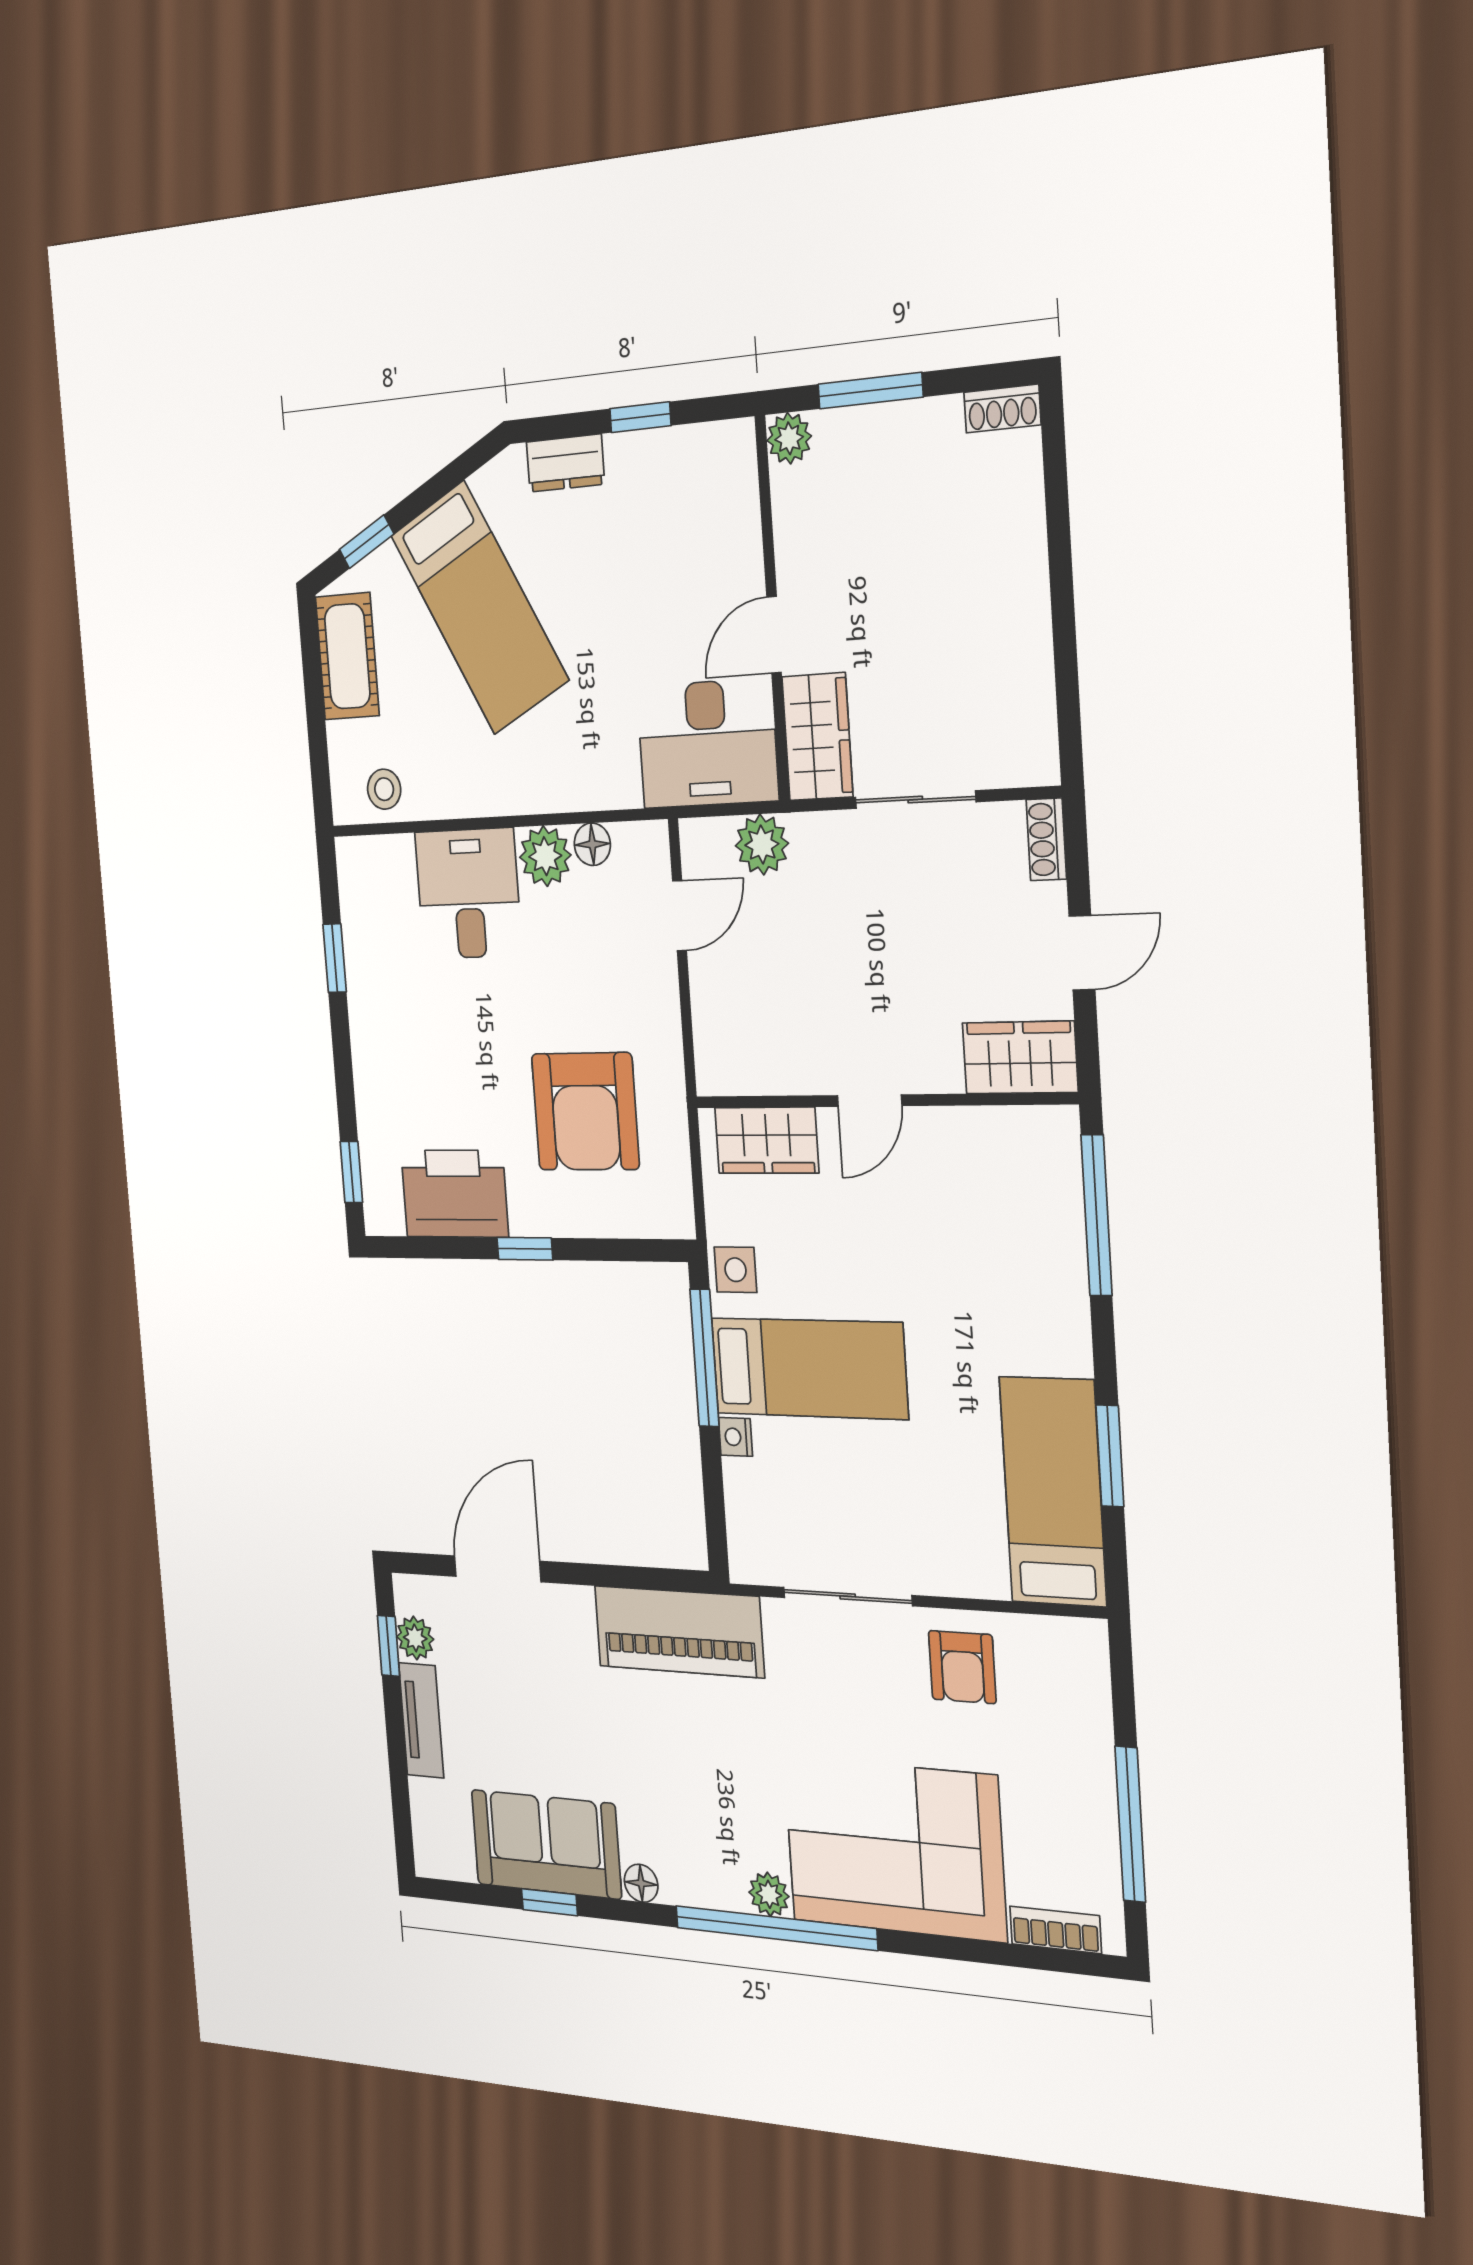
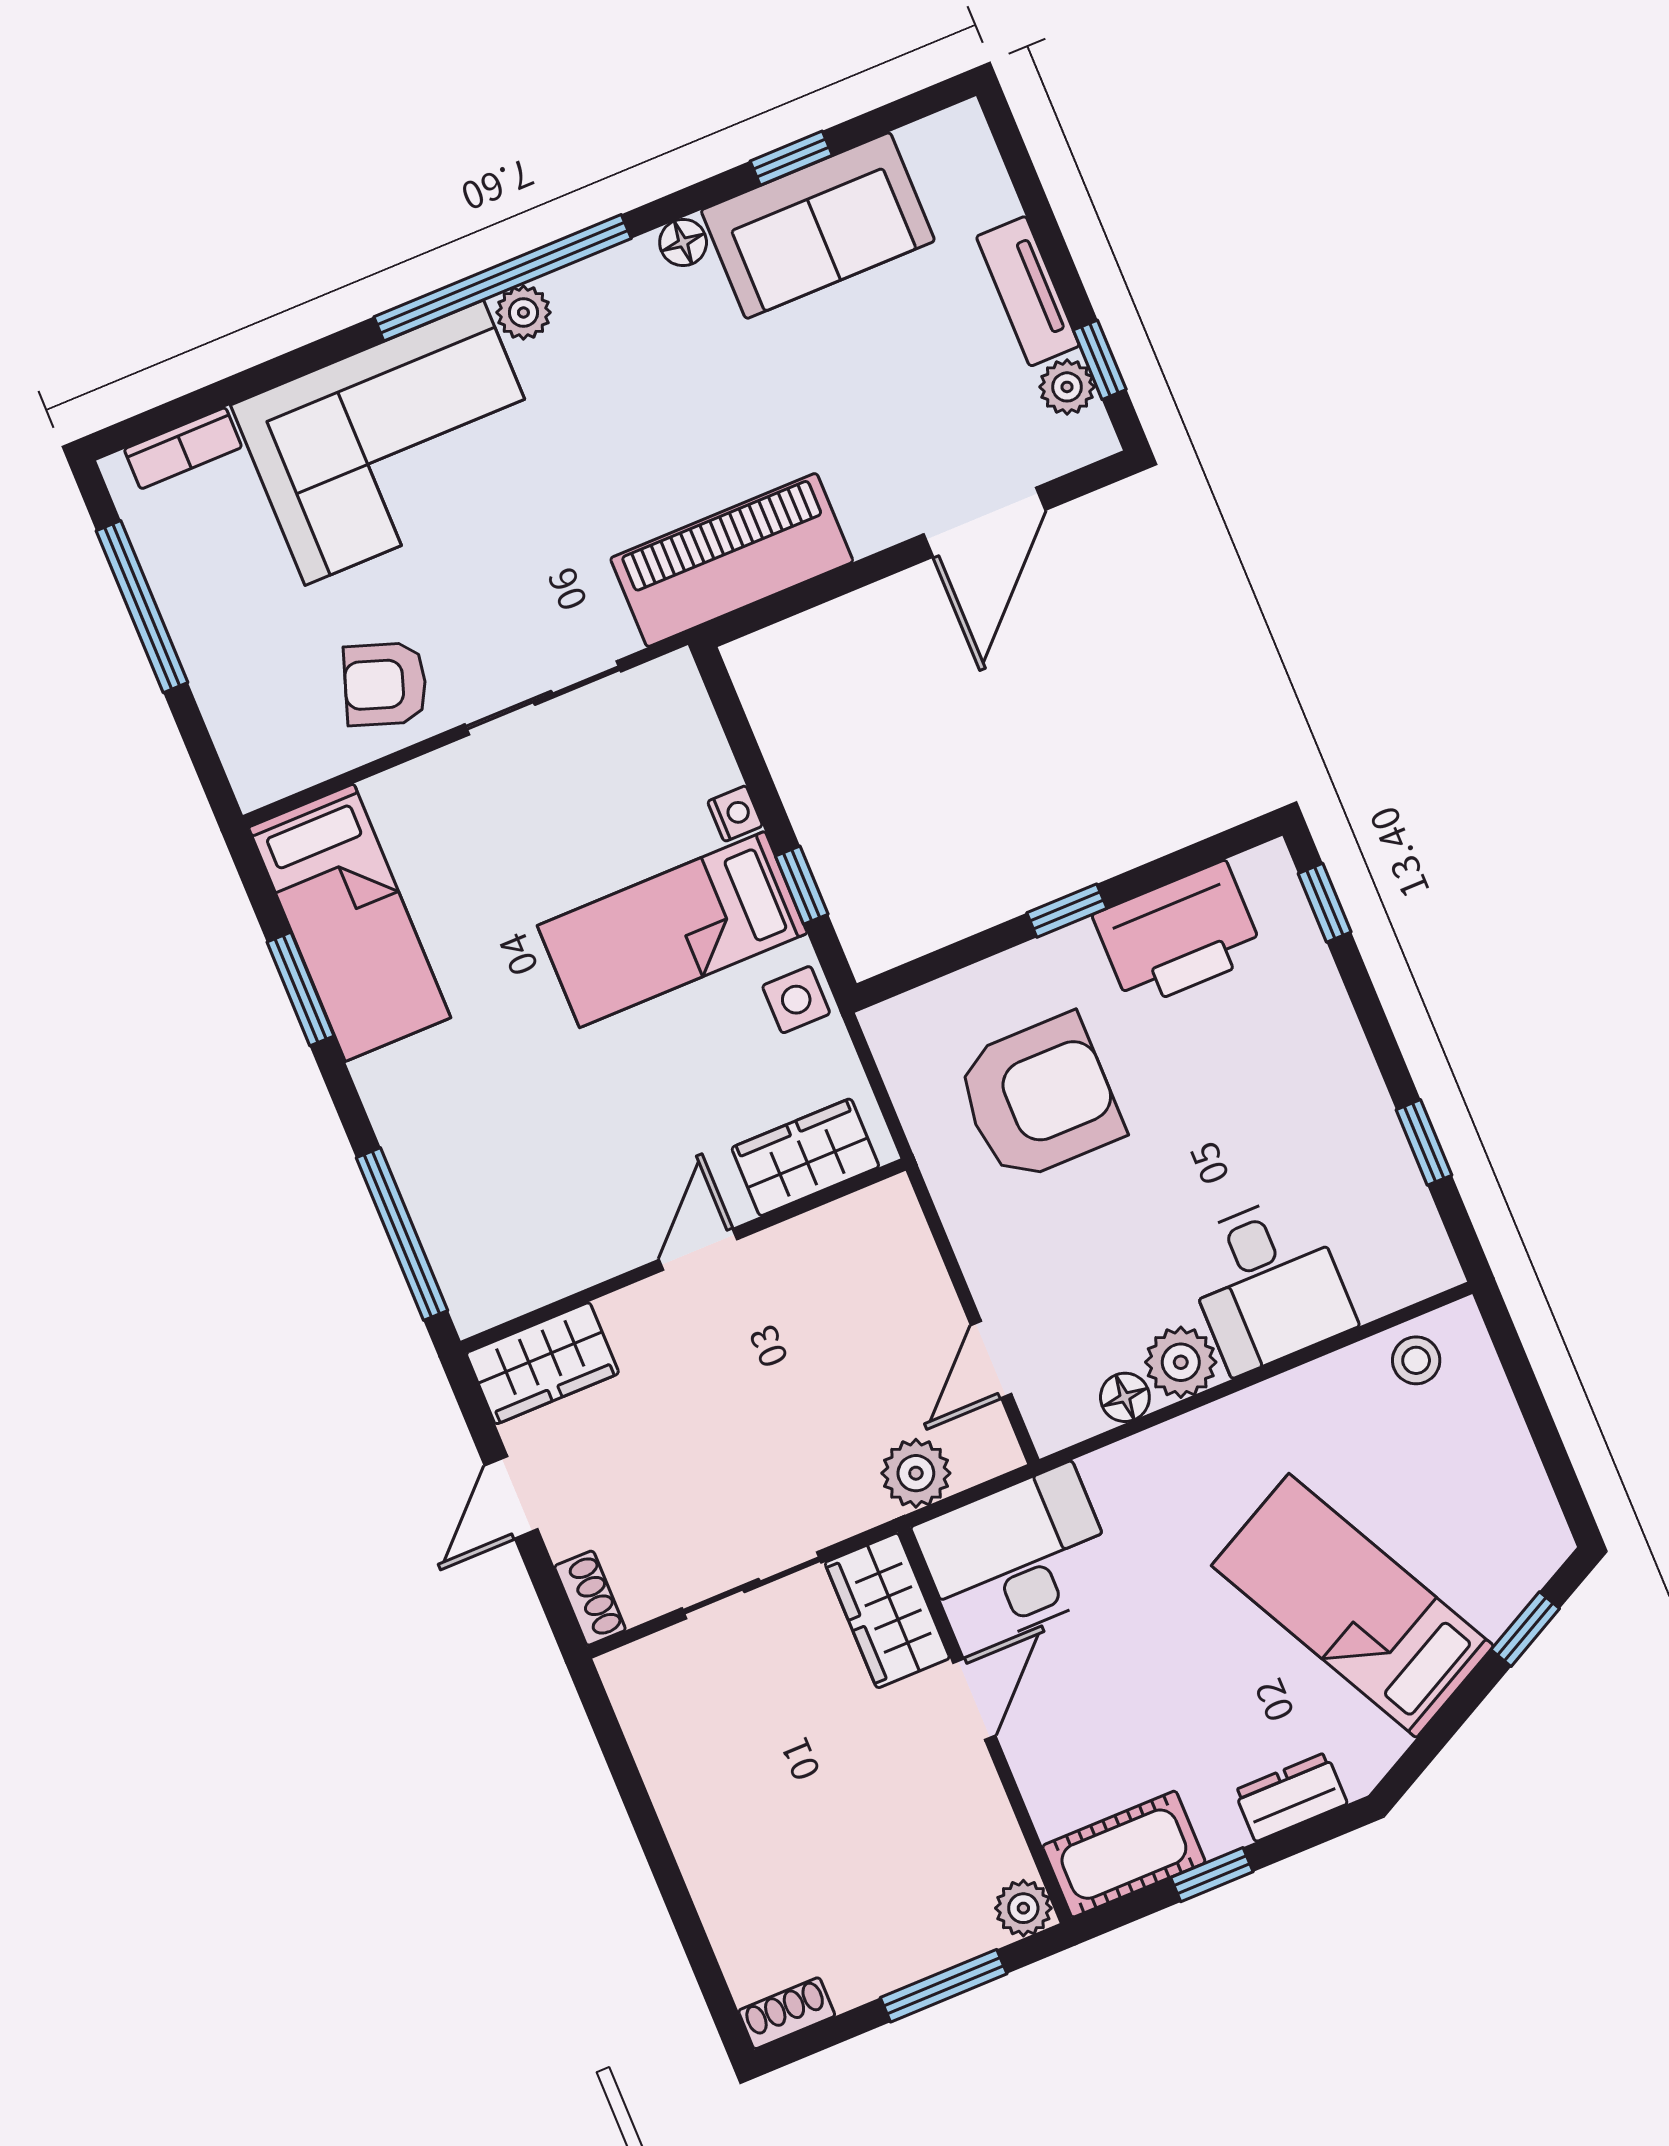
cot: (347, 656) -> (1124, 1854), moved, turned 90
armchair: (585, 1111) -> (1039, 1098), turned 90
window: (704, 1358) -> (802, 885), width x0.46
armchair: (962, 1667) -> (385, 684), turned -71

